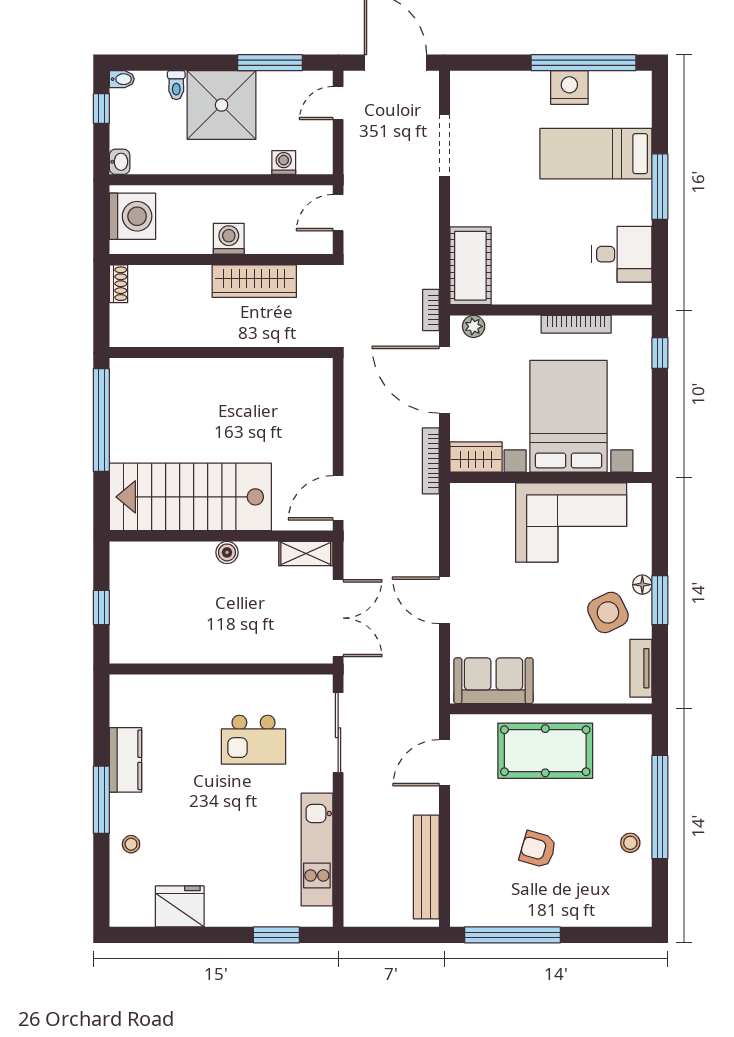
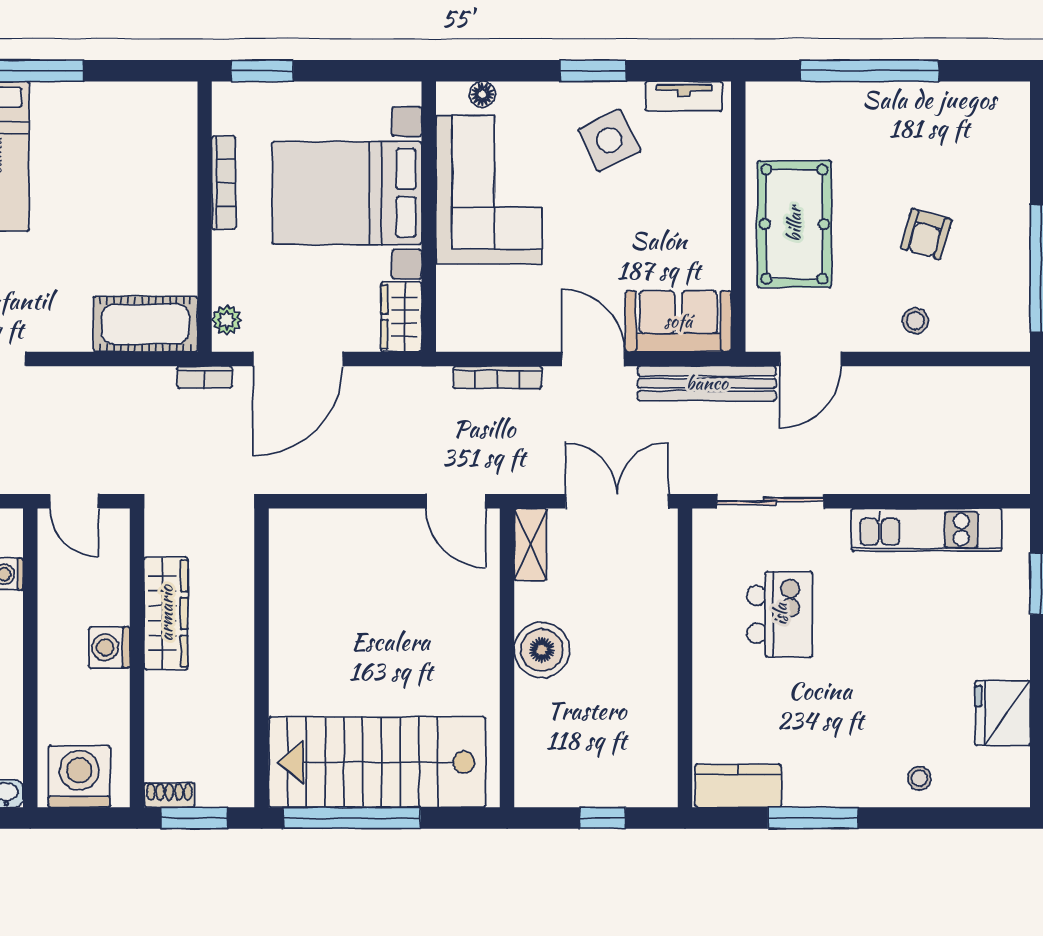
desk: (622, 254) -> (130, 122), removed
window: (101, 302) -> (194, 818), added
window: (660, 353) -> (262, 71), width x1.50
bookcase: (431, 461) -> (497, 377), moved
stairs: (190, 497) -> (377, 762), moved, turned 90
boiler: (227, 552) -> (542, 650), width x1.86, depth x1.86
floor lamp: (642, 585) -> (482, 94), moved
door: (444, 600) -> (593, 359), swing flipped
sofa: (493, 681) -> (678, 321), moved, turned 90
kitchen counter: (126, 760) -> (738, 786), moved
door: (444, 763) -> (810, 359), hinge flipped
window: (101, 800) -> (813, 818), moved
stool: (630, 843) -> (915, 321), moved
bench: (426, 867) -> (707, 383), moved

